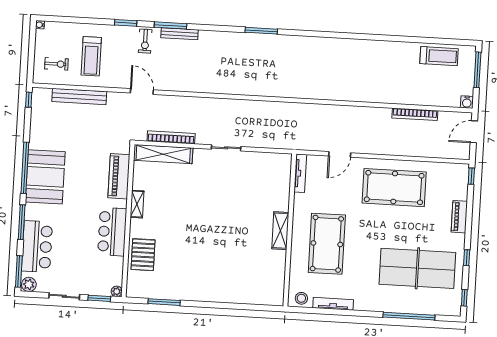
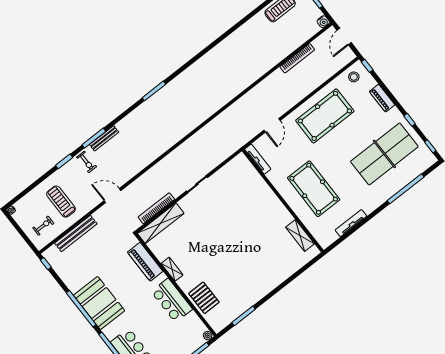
treadmill: (91, 56) -> (61, 202), turned 180
shelving: (280, 231) -> (300, 235), moved
stool: (301, 298) -> (354, 77), moved

